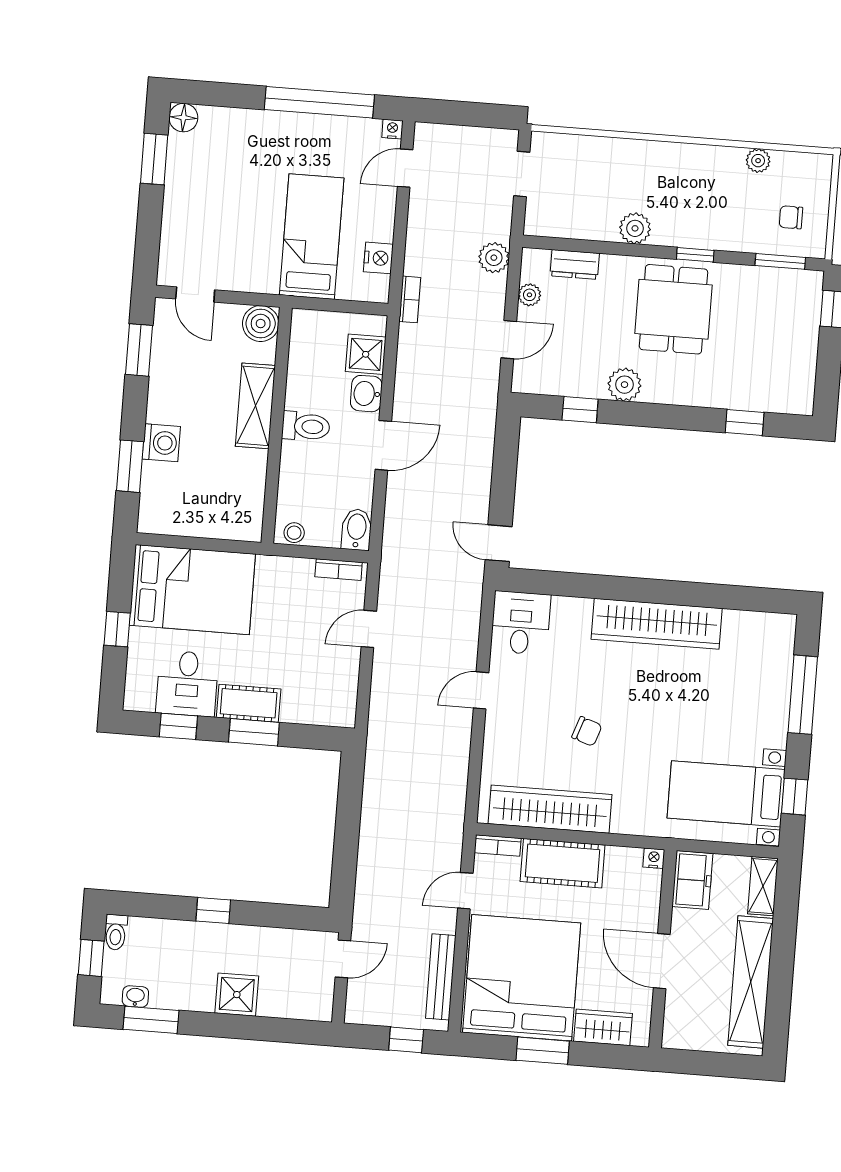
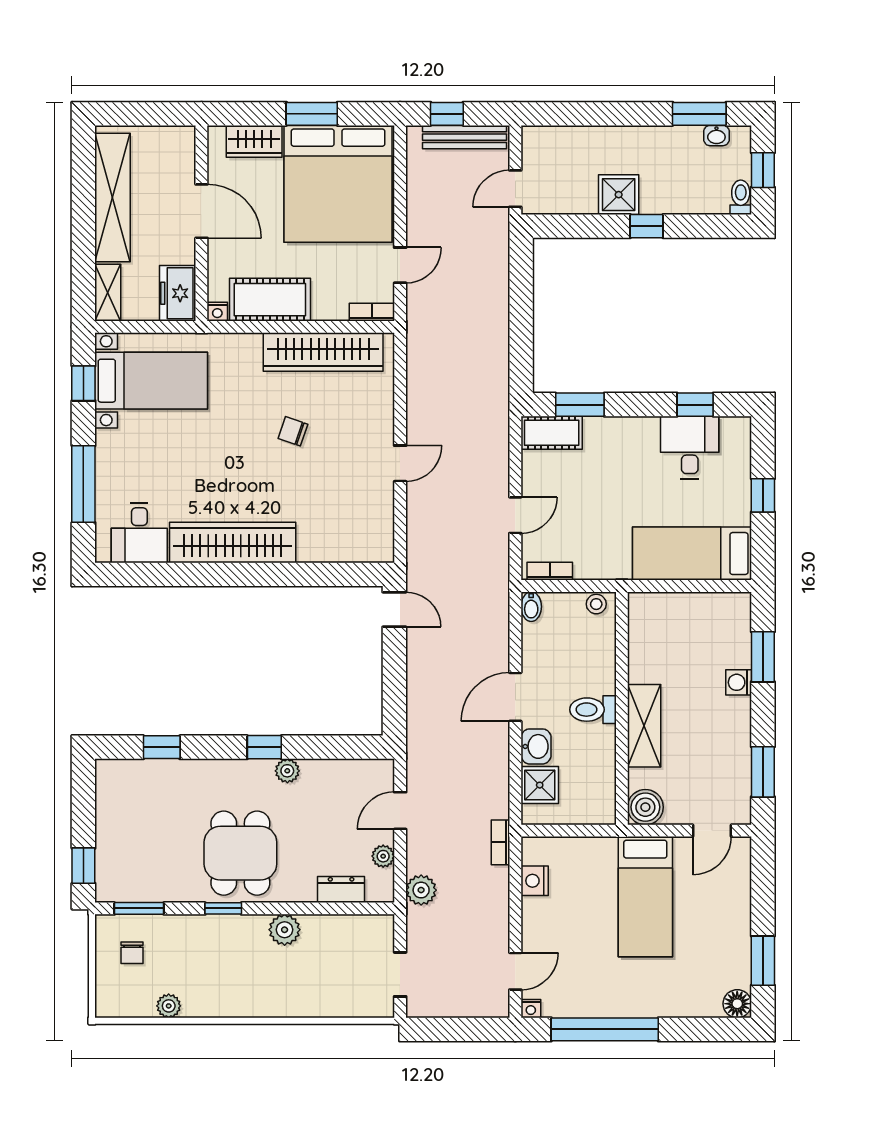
chair: (791, 217) -> (132, 953), turned 90
bed: (312, 237) -> (645, 897), moved
door: (195, 294) -> (712, 831), swing flipped
plant: (624, 385) -> (287, 771), width x0.73, depth x0.73
window: (580, 410) -> (264, 747), moved
washing machine: (161, 443) -> (739, 682), width x0.73, depth x0.73
bidet: (357, 529) -> (531, 607), width x0.72, depth x0.74
bed: (192, 590) -> (692, 554), width x0.67
desk: (521, 623) -> (139, 533), moved
cot: (249, 703) -> (552, 433), moved
window: (254, 732) -> (580, 405), moved
cot: (563, 863) -> (270, 300), moved
bench: (441, 977) -> (465, 137), moved, turned 90
shower: (237, 995) -> (619, 195), moved

